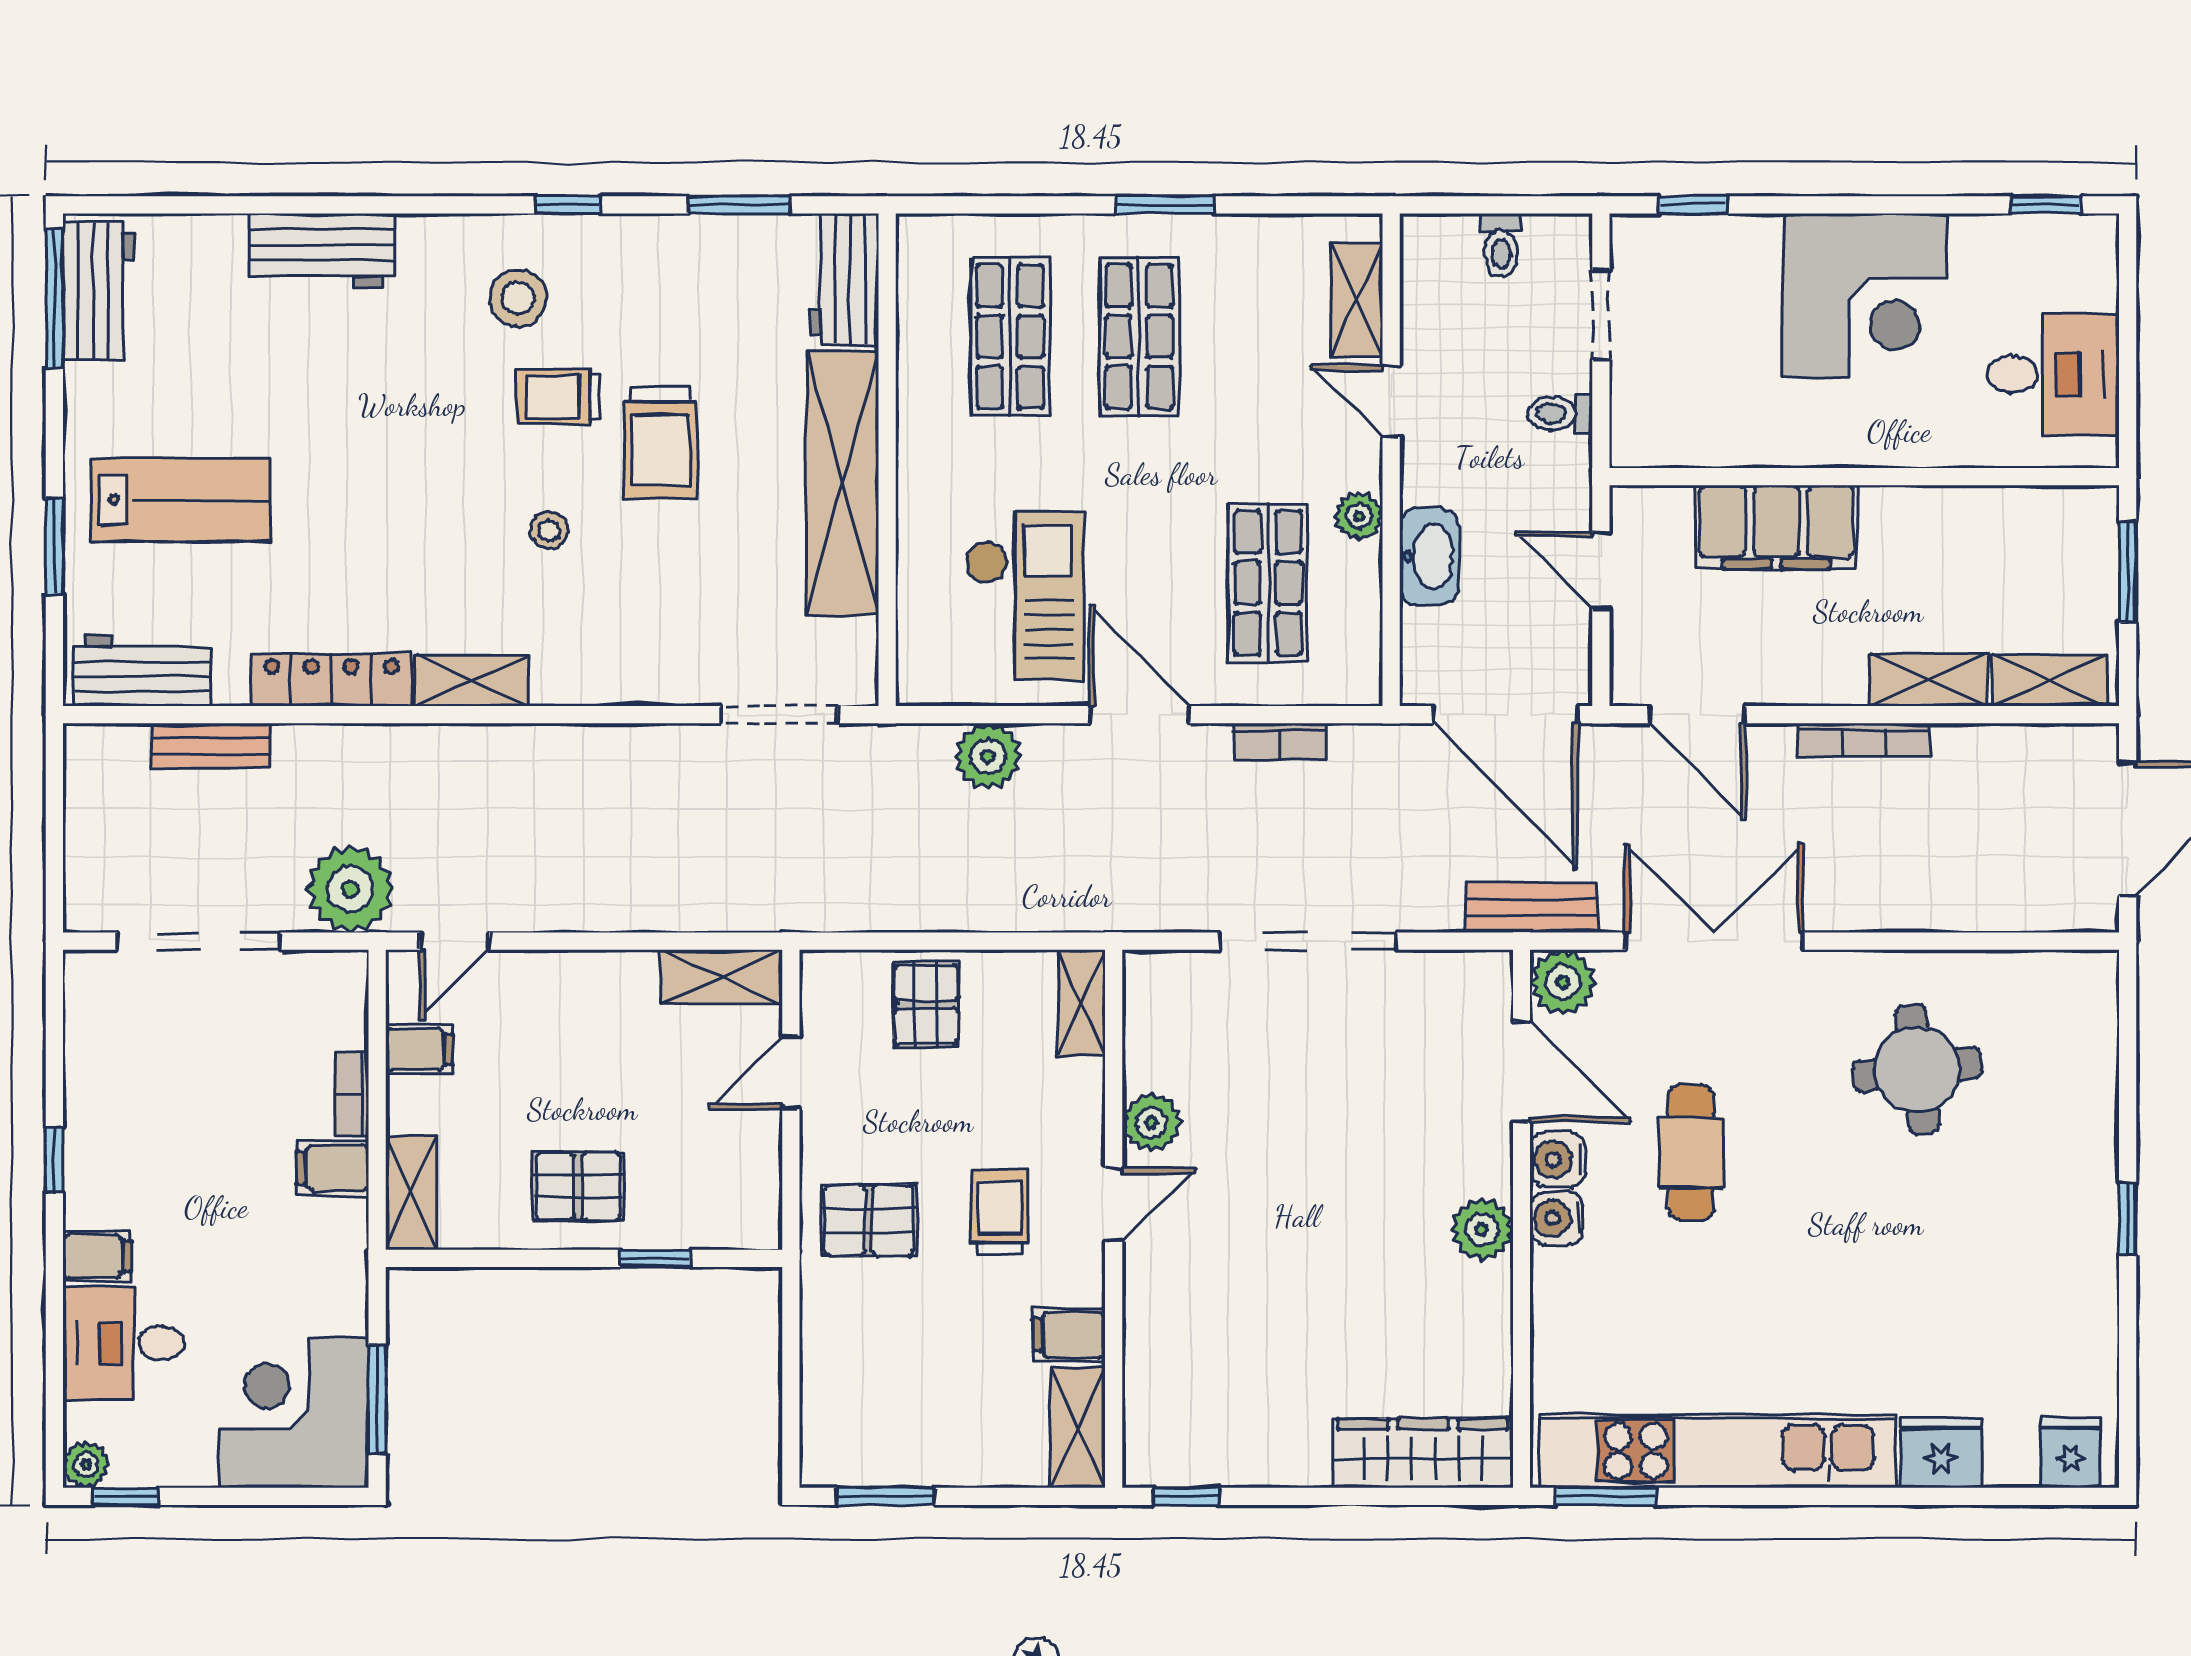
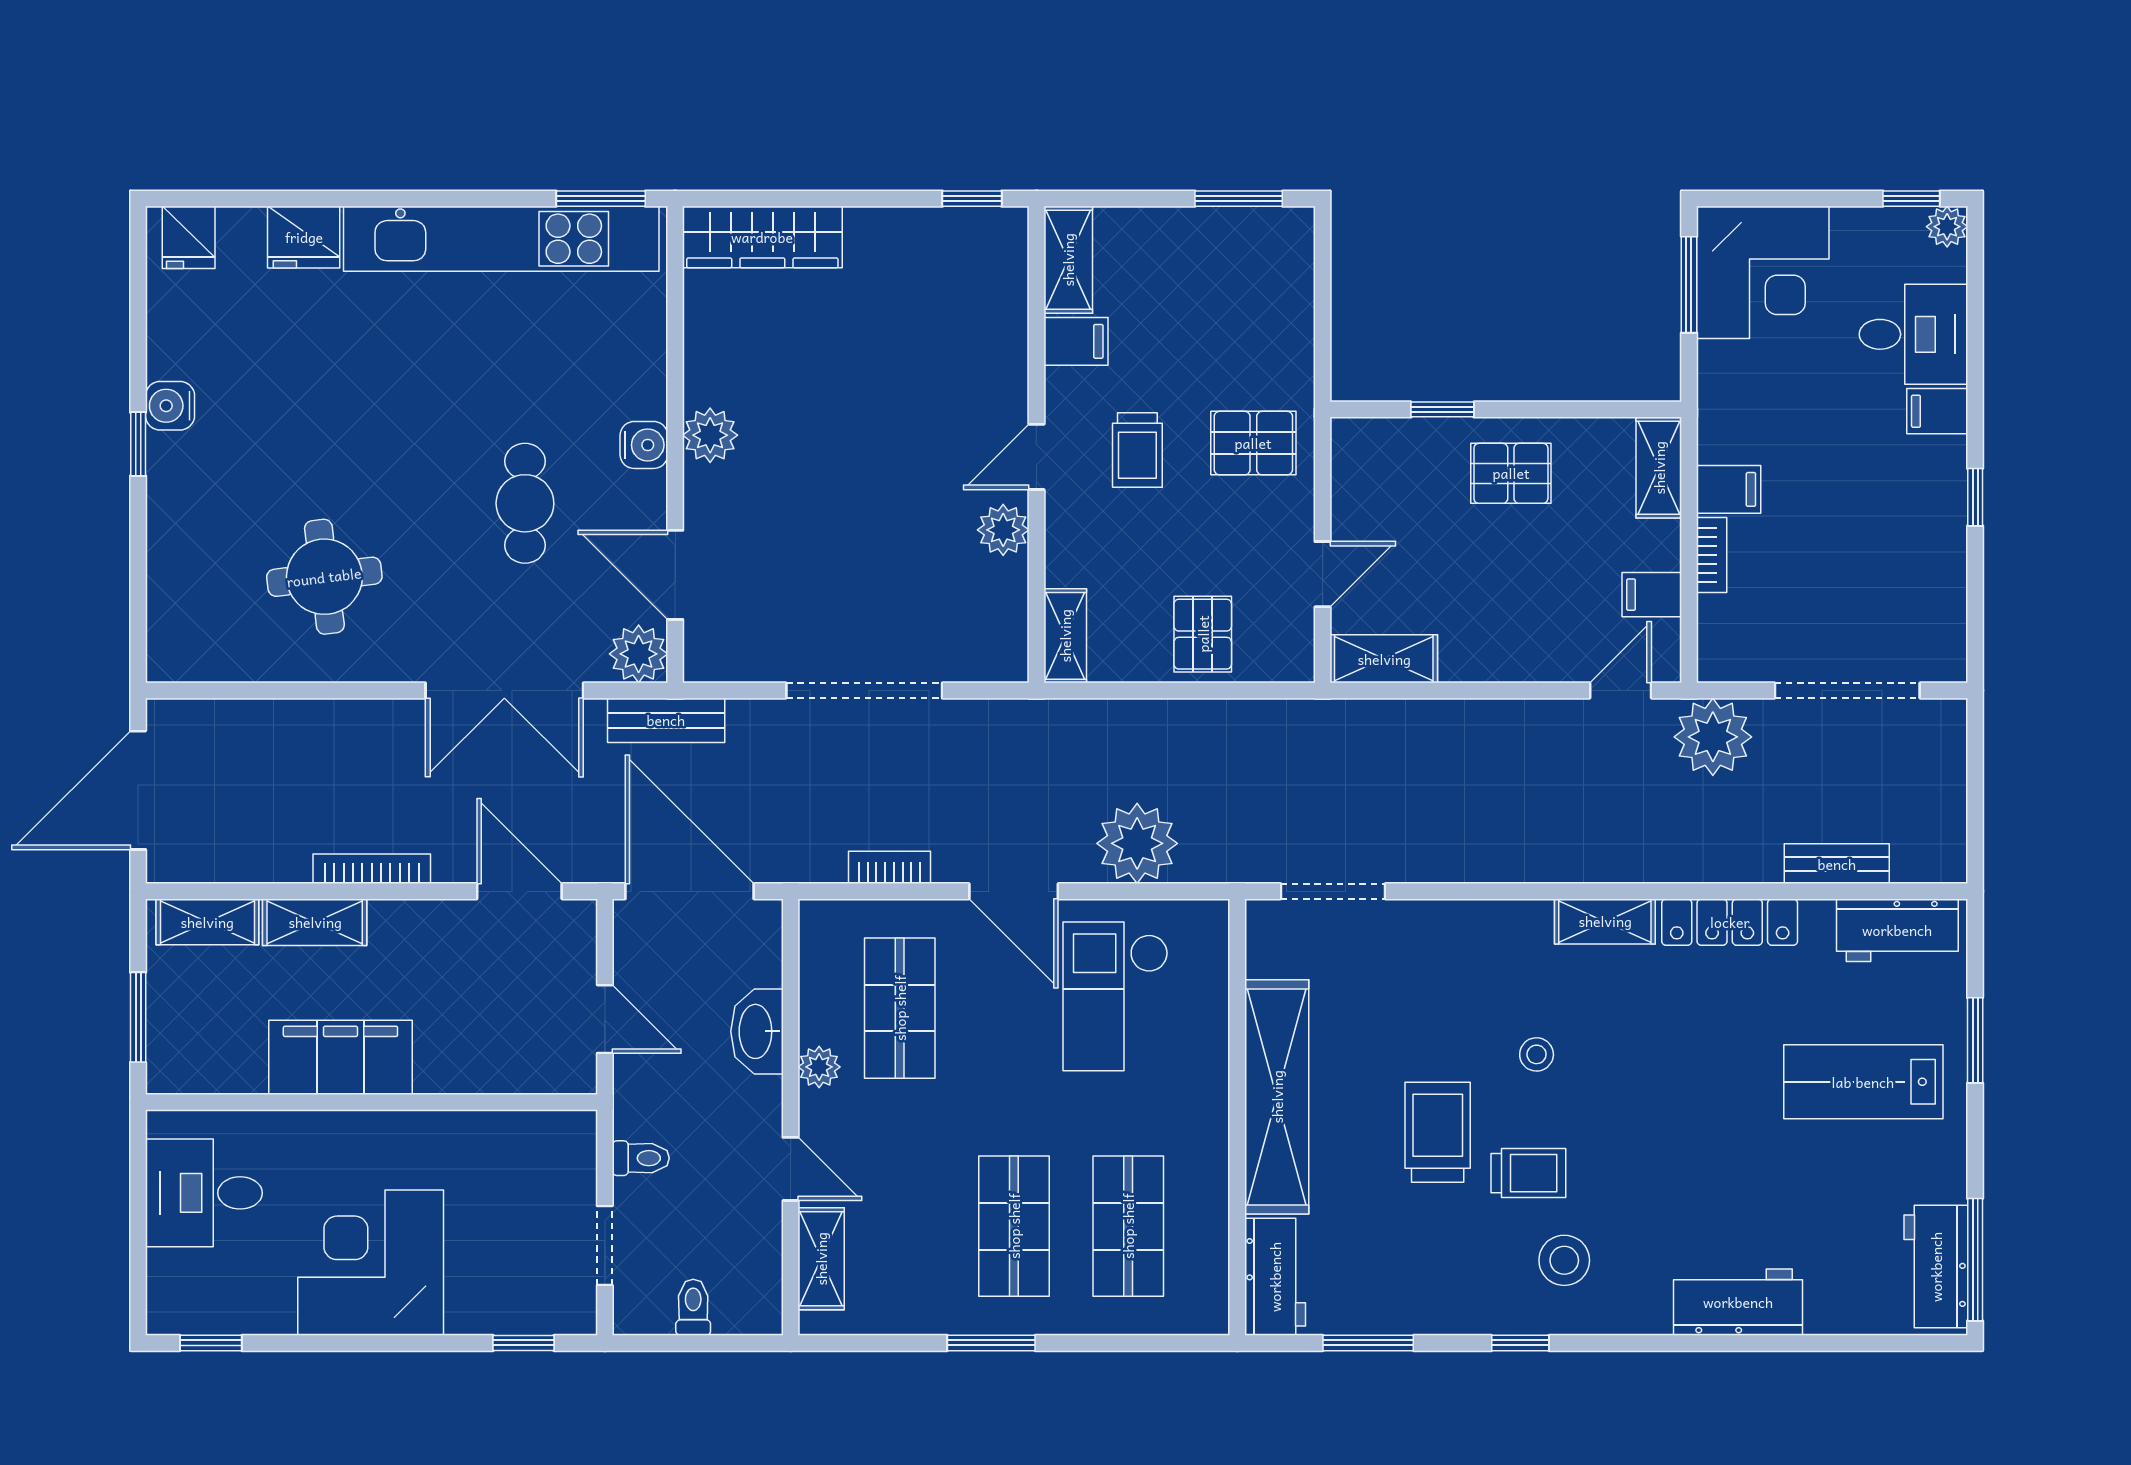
filing cabinet: (1777, 527) -> (340, 1057), moved
plant: (988, 756) -> (1137, 843), width x1.36, depth x1.36
water cooler: (1558, 1159) -> (170, 406), moved, turned 180

